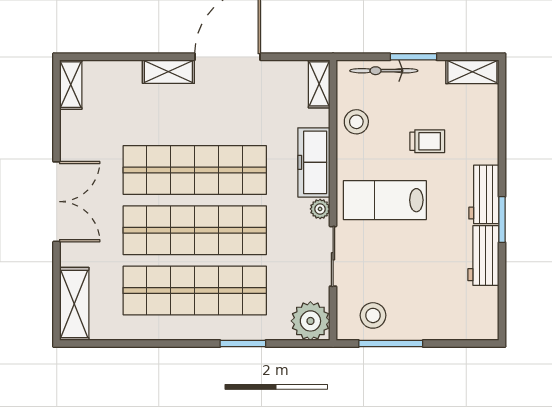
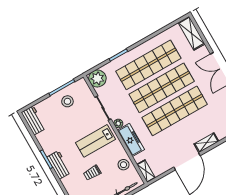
lab bench: (385, 200) -> (95, 141), turned 180
workbench: (483, 256) -> (34, 120), moved
stool: (373, 315) -> (67, 101), moved

